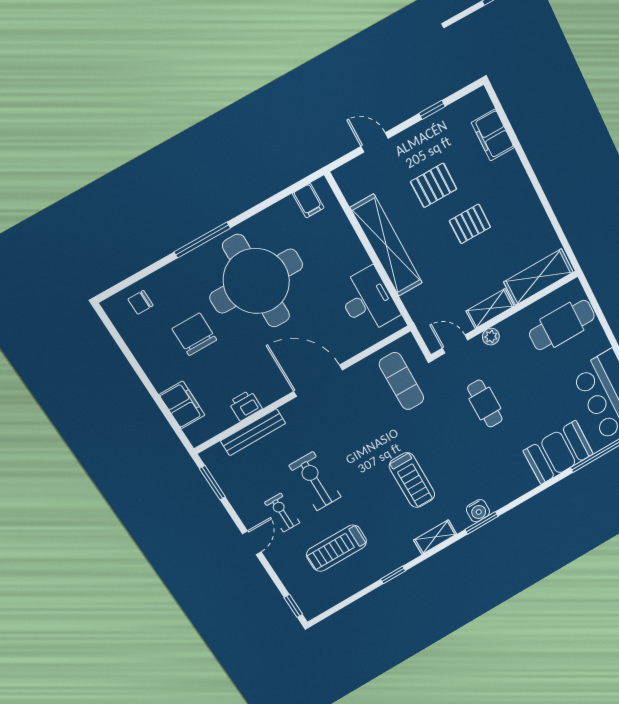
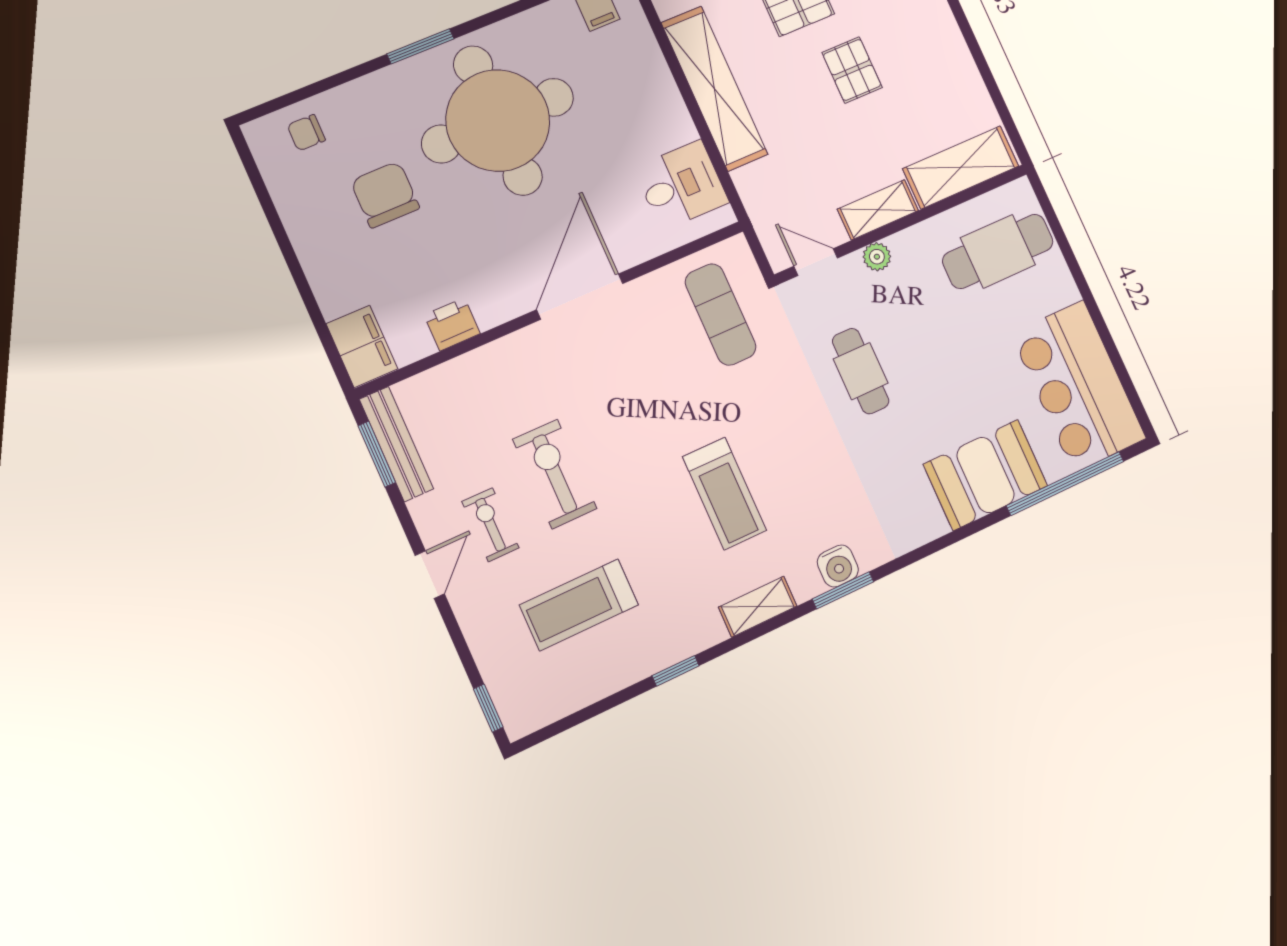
pallet: (470, 224) -> (852, 70), turned 90
window: (202, 240) -> (420, 46), width x0.69
desk: (368, 301) -> (681, 185), width x0.73
door: (318, 381) -> (580, 297), hinge flipped
filing cabinet: (182, 405) -> (362, 346), moved
bench: (253, 432) -> (396, 444), moved, turned 90

